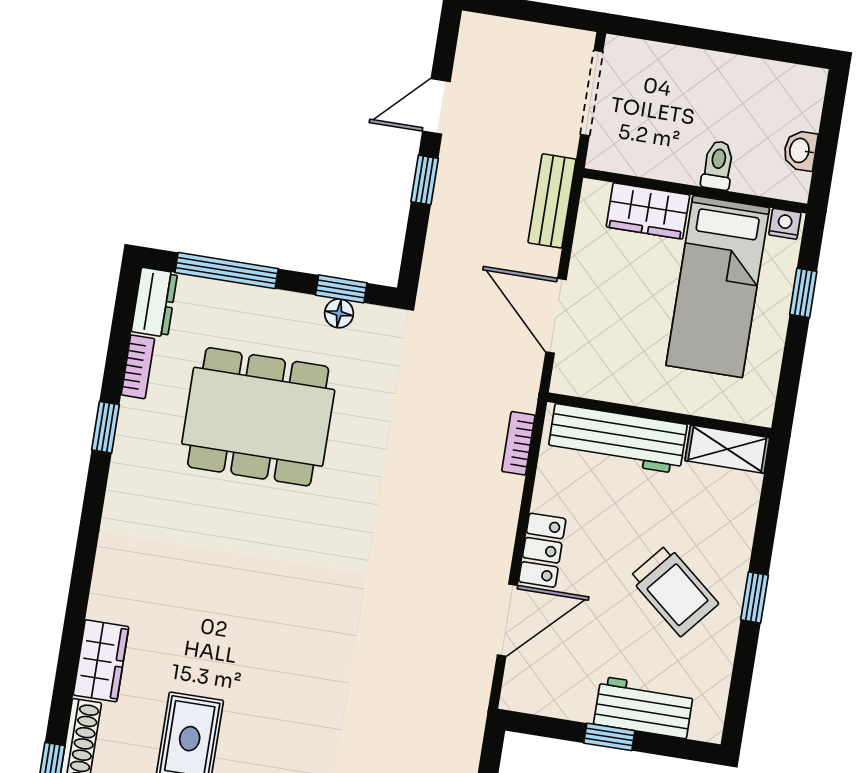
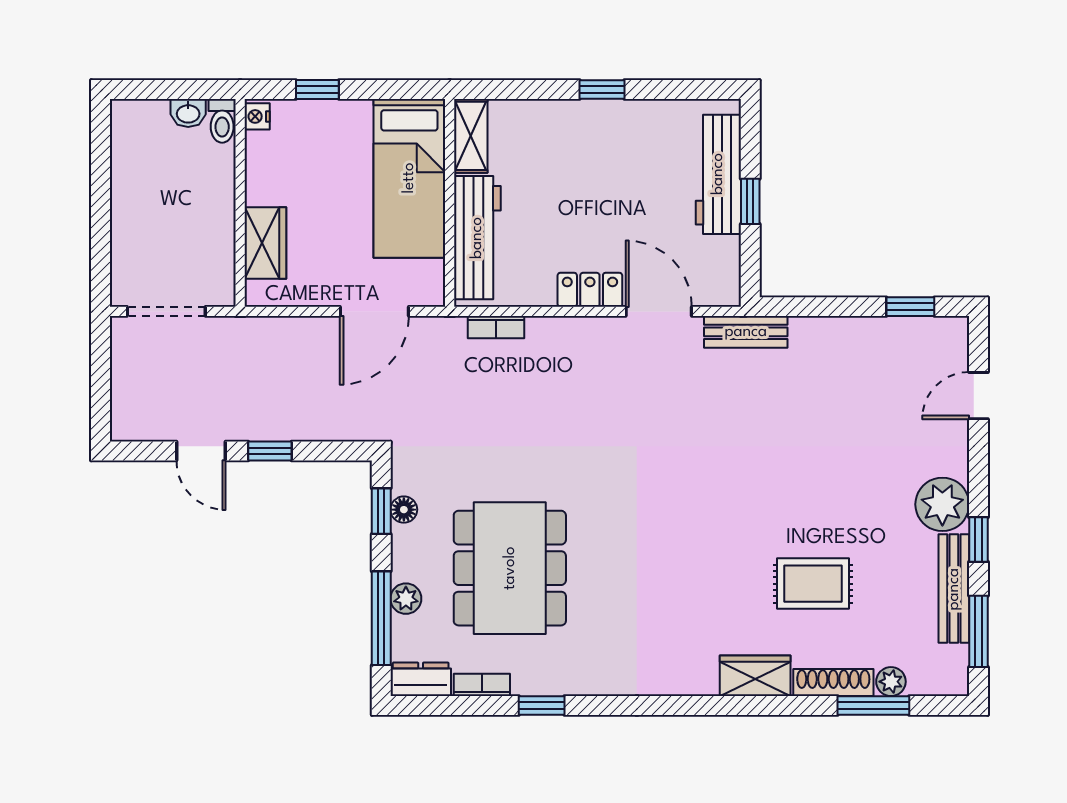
toilet: (718, 165) -> (222, 121), moved, turned -90
bench: (552, 201) -> (746, 332), moved
bed: (718, 287) -> (409, 178), moved, turned 90
plant: (243, 300) -> (406, 599), added
trolley: (674, 591) -> (607, 164), removed
workbench: (644, 707) -> (718, 174), width x1.38

